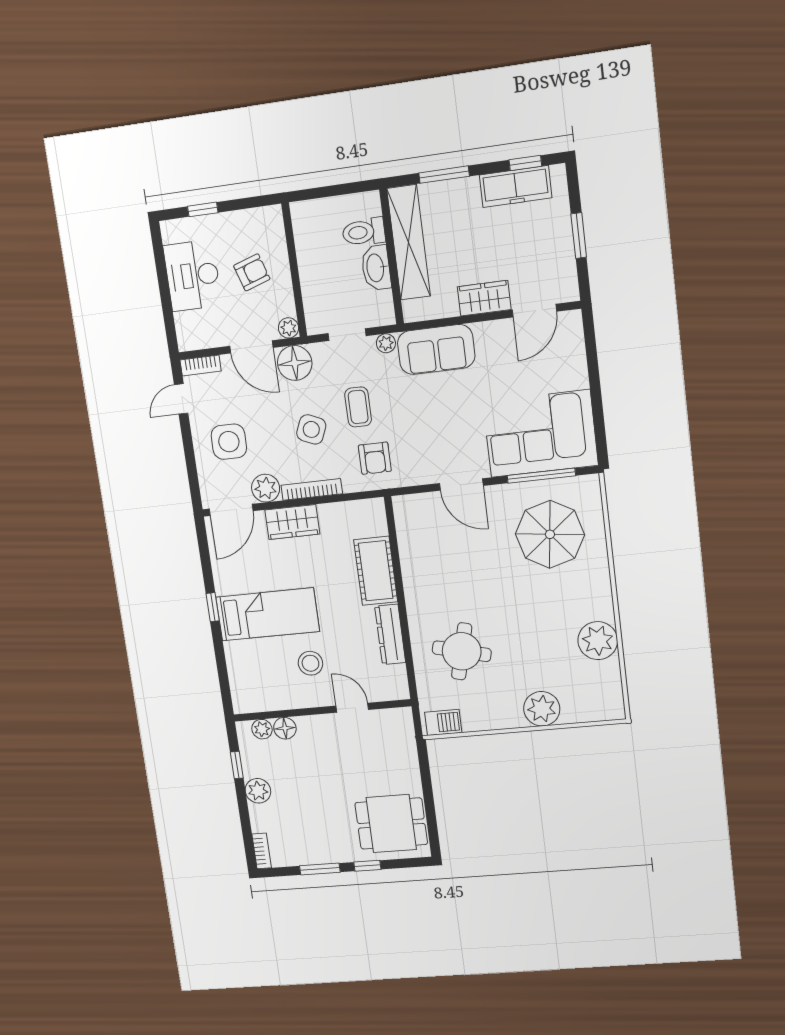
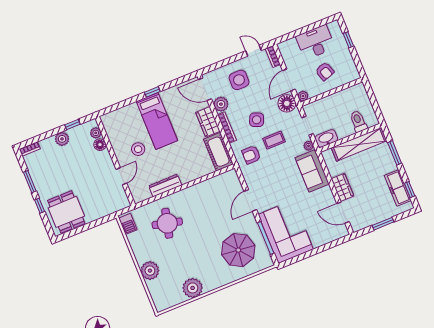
washbasin: (376, 268) -> (326, 138), moved
cot: (376, 571) -> (218, 152), moved, turned 90

